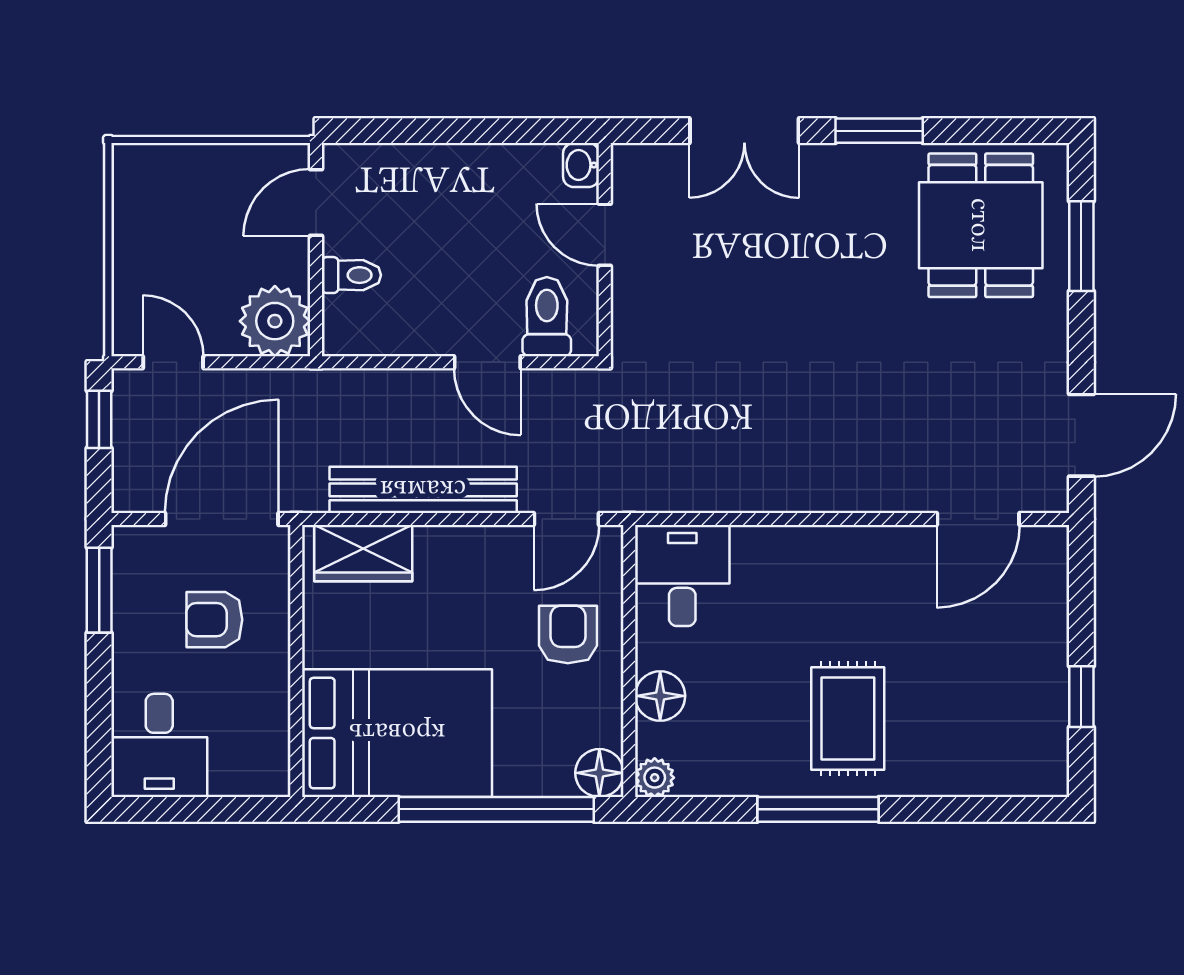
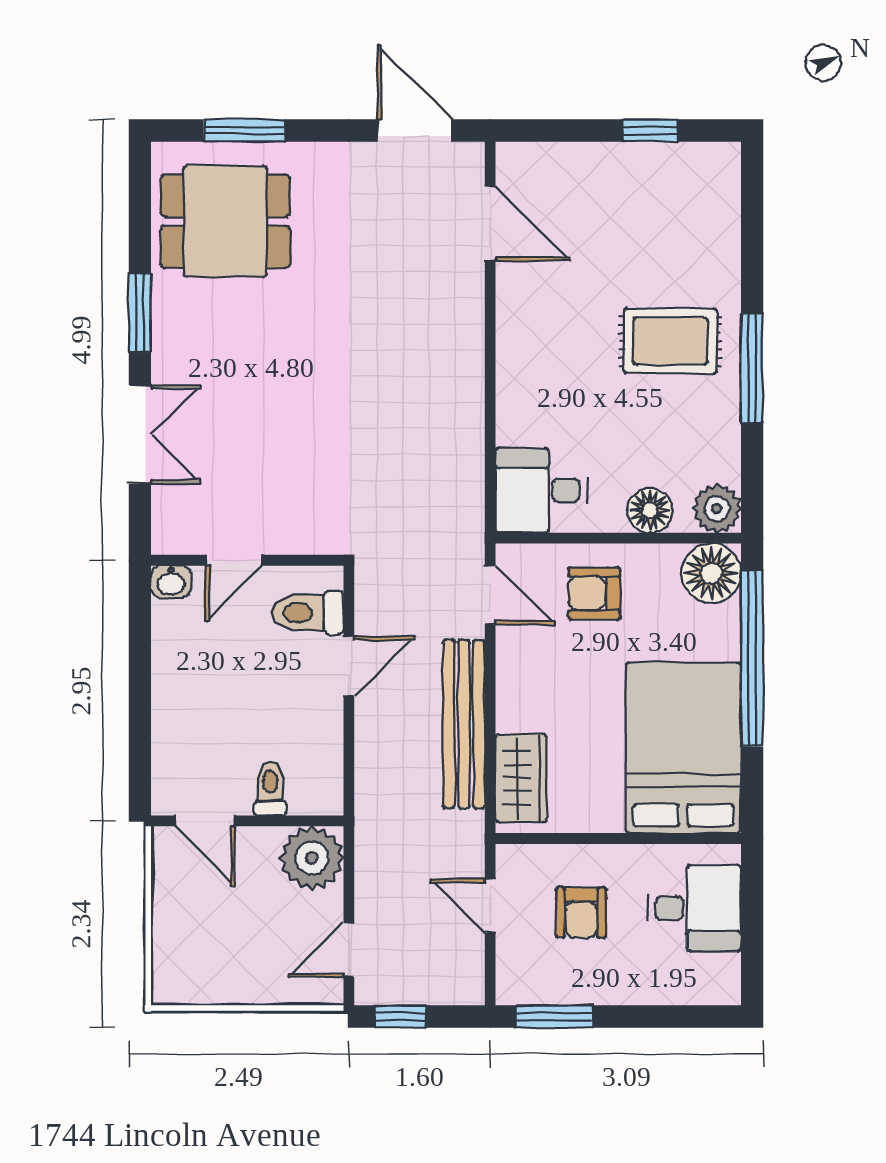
door: (222, 519) -> (490, 906), width x0.53
desk: (159, 745) -> (694, 908), moved
floor lamp: (599, 773) -> (711, 573), width x1.38, depth x1.38
plant: (655, 778) -> (717, 509), width x1.38, depth x1.38

